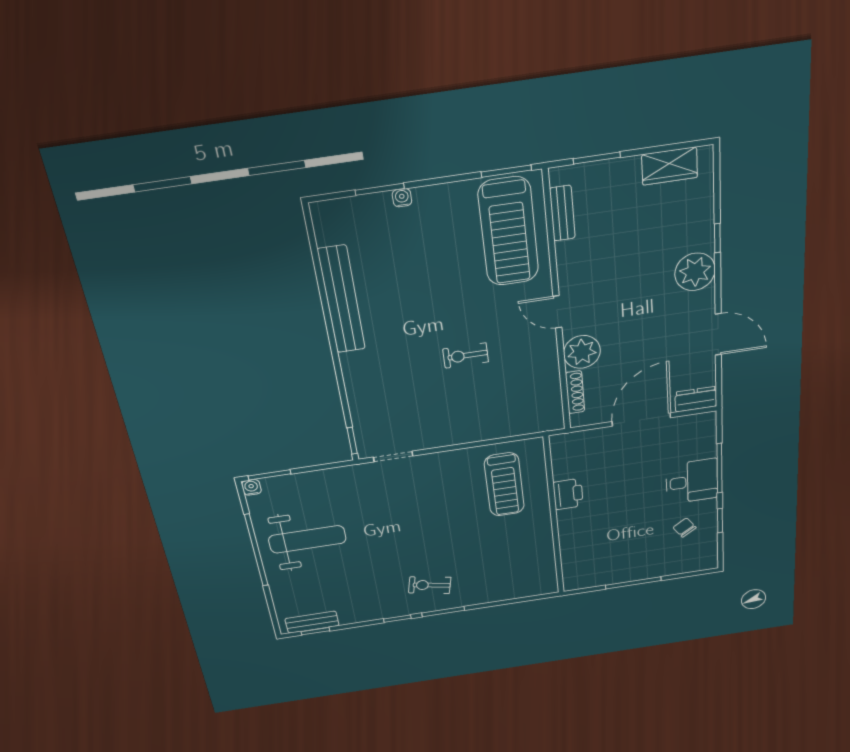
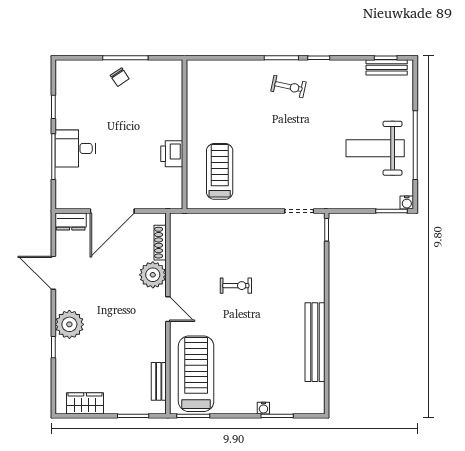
chair: (685, 528) -> (120, 77), moved

